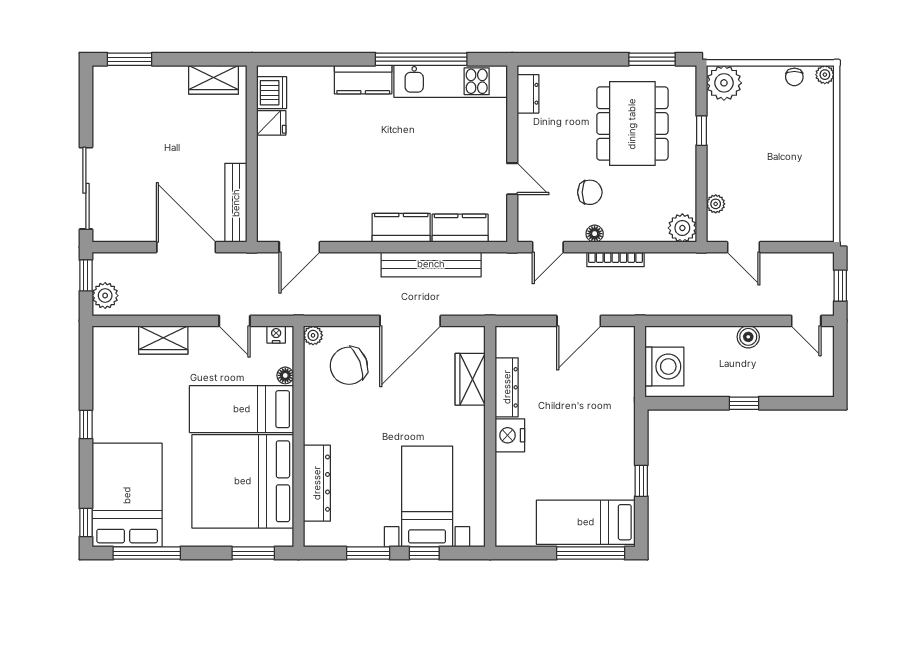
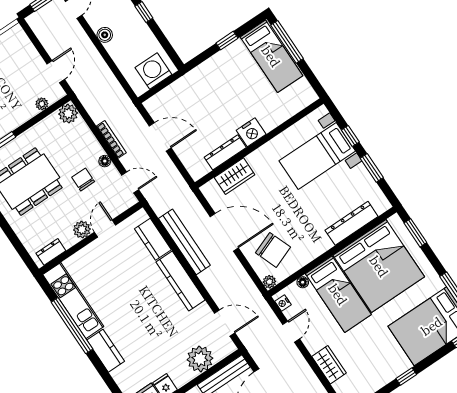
plant: (530, 150) -> (82, 230), added
plant: (276, 188) -> (200, 359), added
kitchen counter: (401, 228) -> (180, 281), width x1.50

